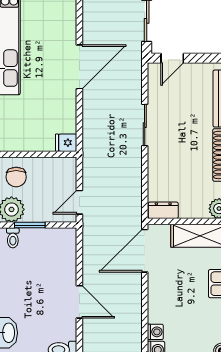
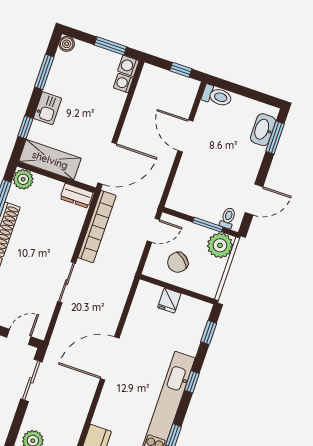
fridge: (66, 143) -> (169, 301), moved, turned 90
chair: (16, 177) -> (178, 262), moved, turned -141
bookcase: (134, 188) -> (97, 227), added

